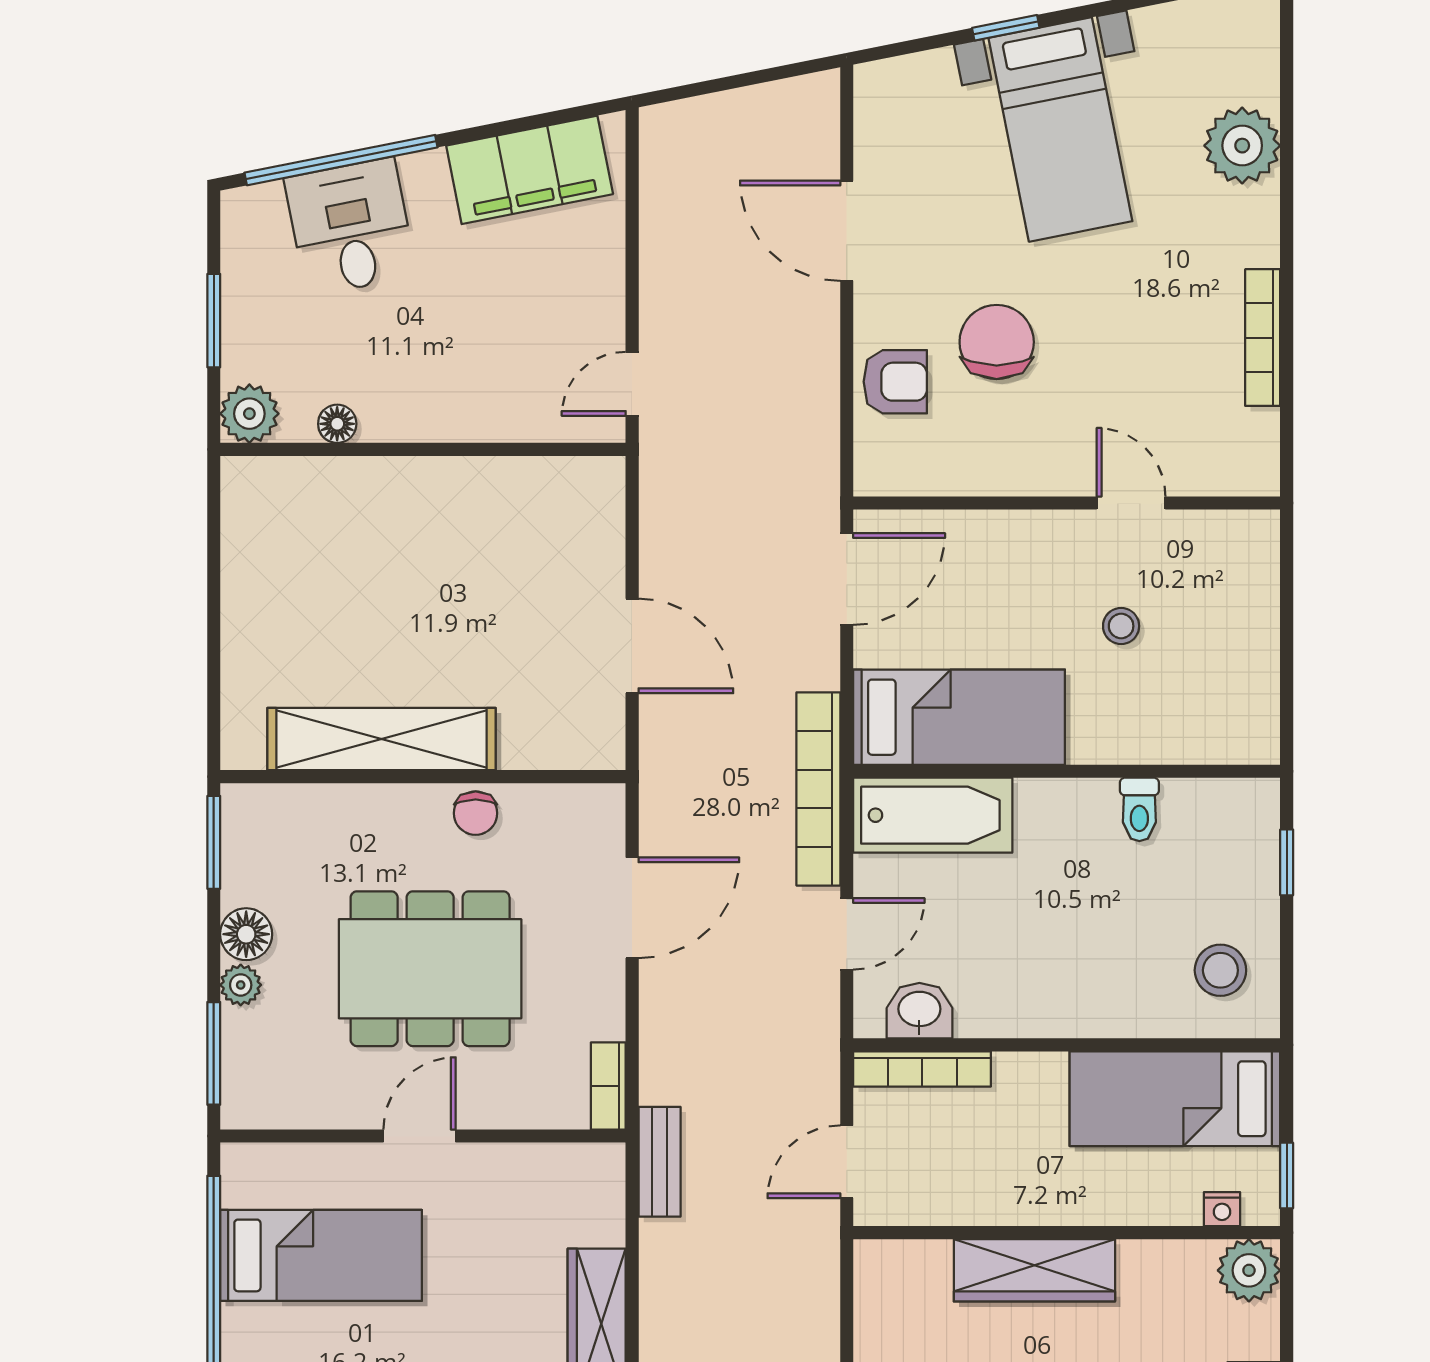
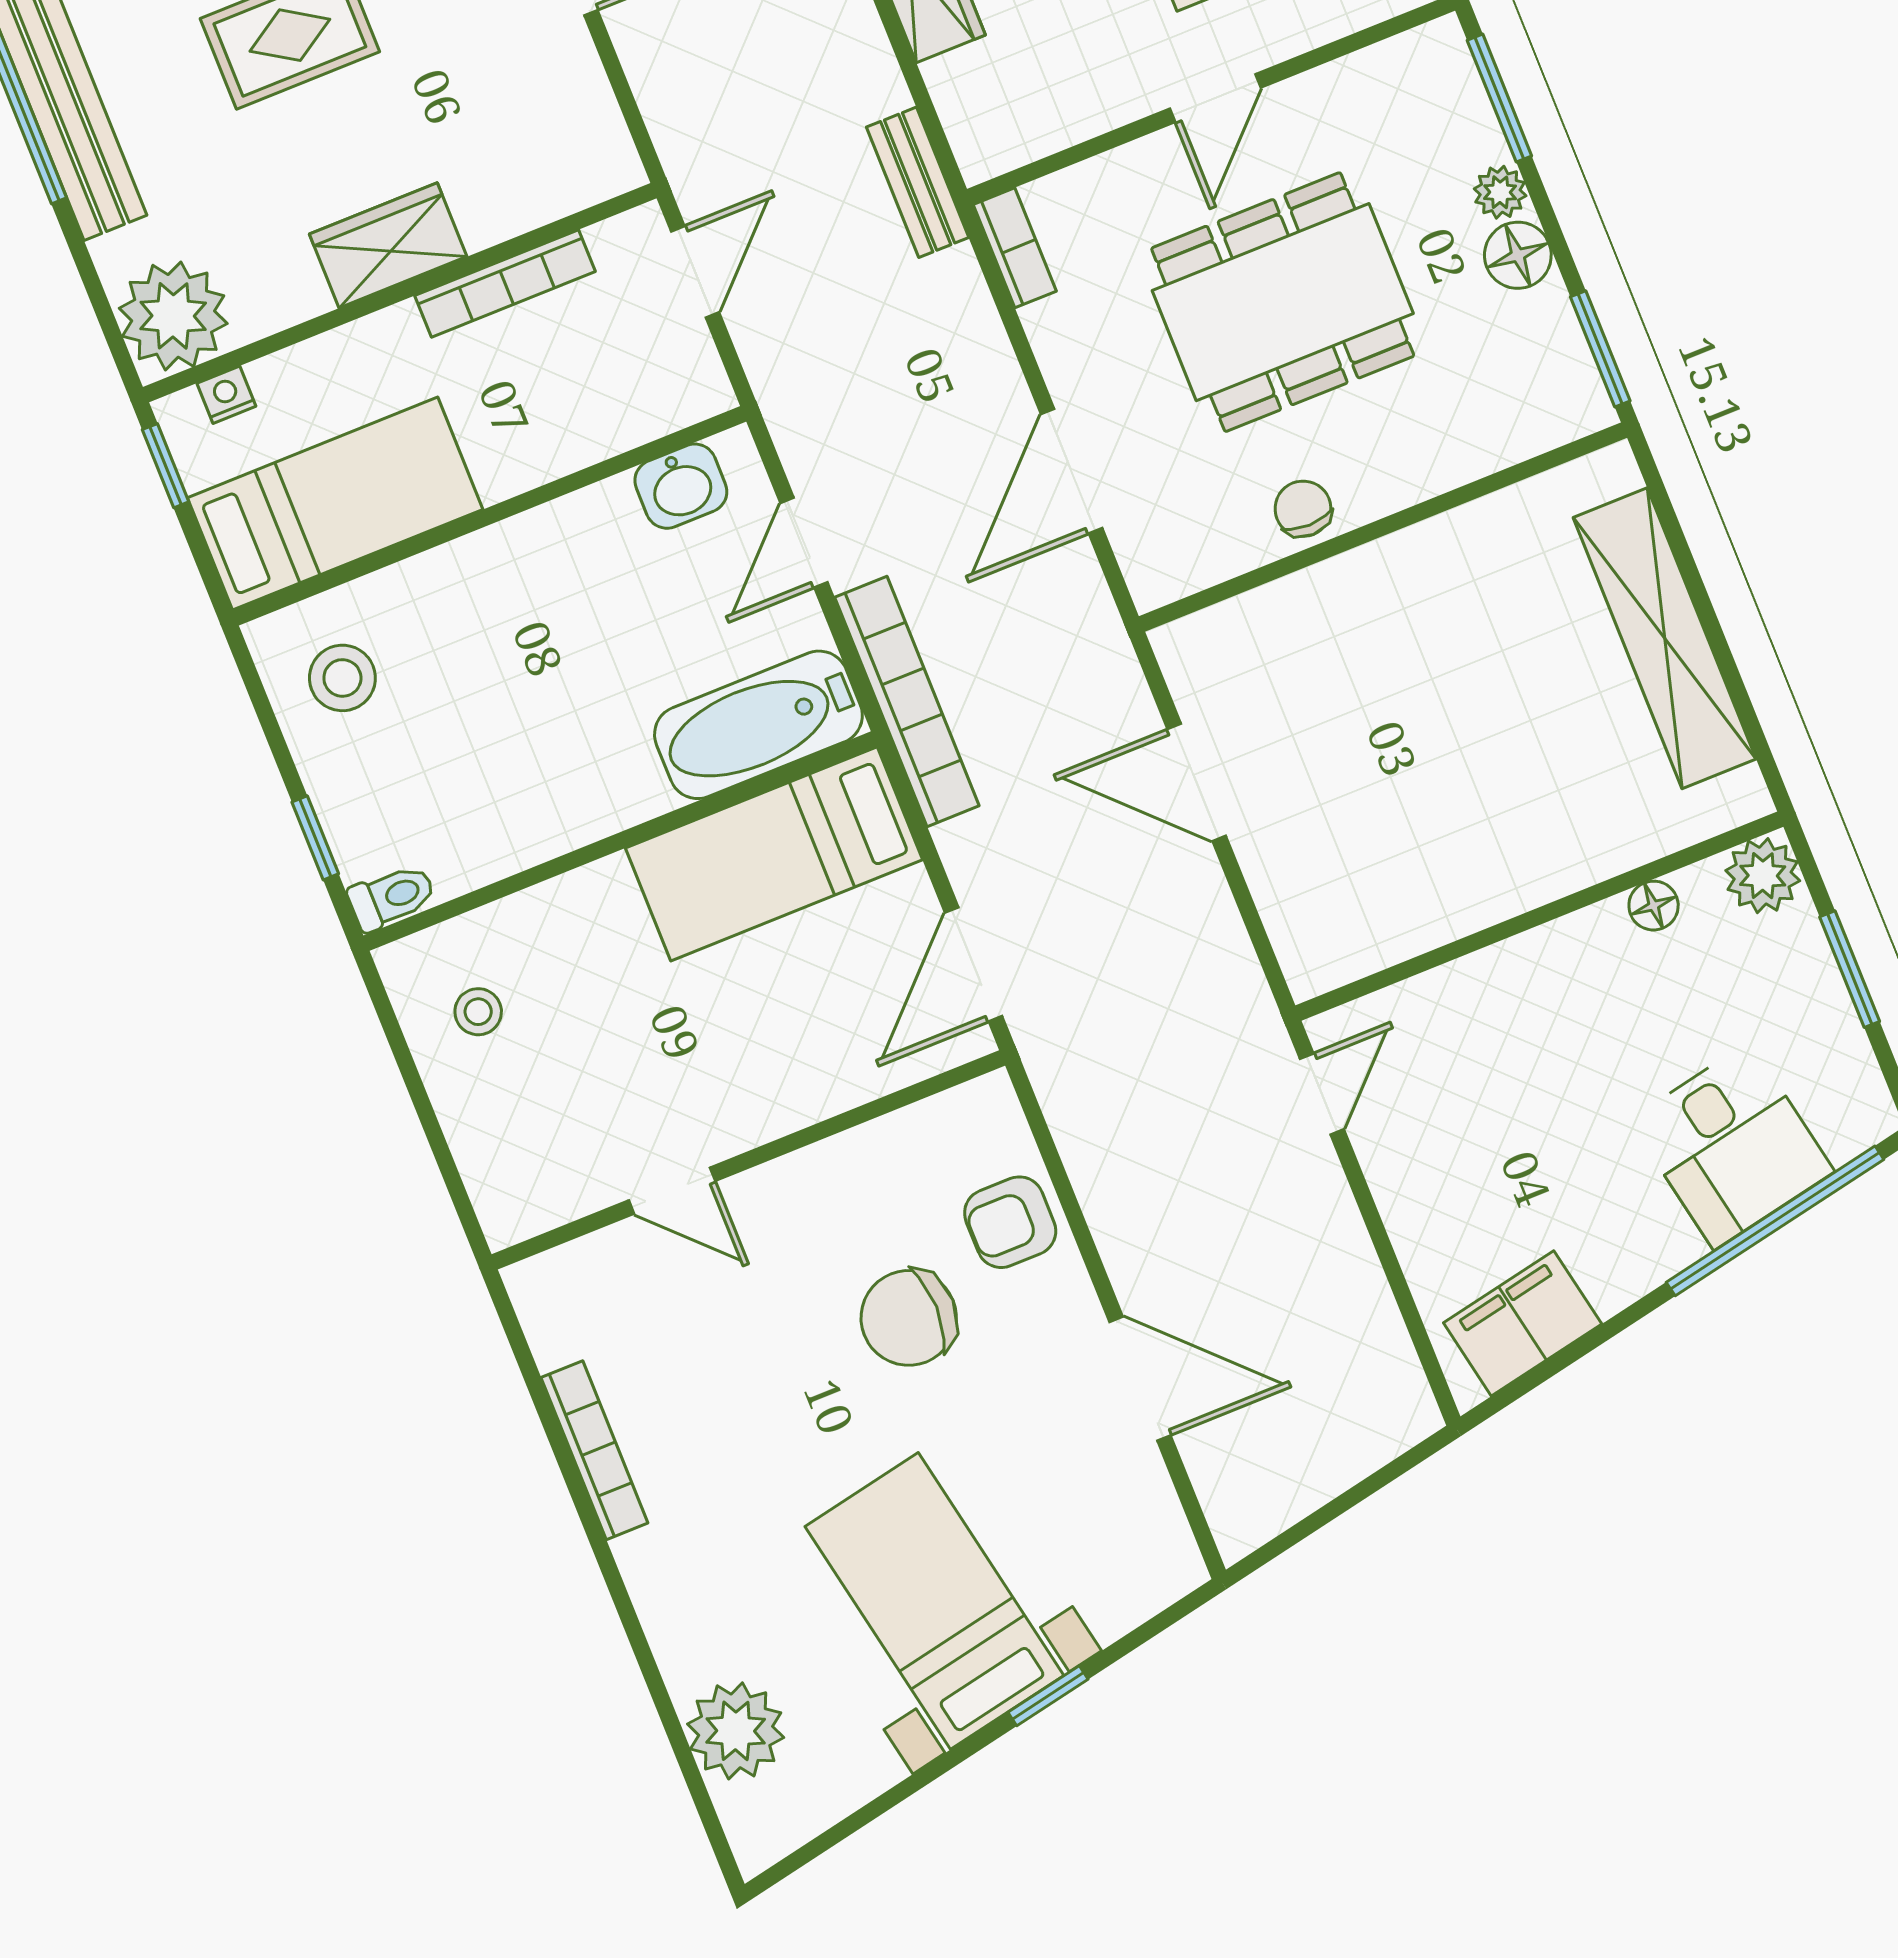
plant: (1242, 146) -> (736, 1731), moved
filing cabinet: (530, 170) -> (1523, 1323), width x0.67, depth x0.86
chair: (997, 342) -> (909, 1318), turned 90
stool: (1121, 626) -> (478, 1012), moved
shelving: (382, 739) -> (1665, 638), moved, turned 90
toilet: (1139, 809) -> (392, 897), moved, turned 90
bookcase: (922, 1069) -> (505, 284), moved, turned 180
wardrobe: (1034, 1270) -> (388, 245), width x0.67
plant: (1249, 1270) -> (173, 316), width x1.36, depth x1.36

